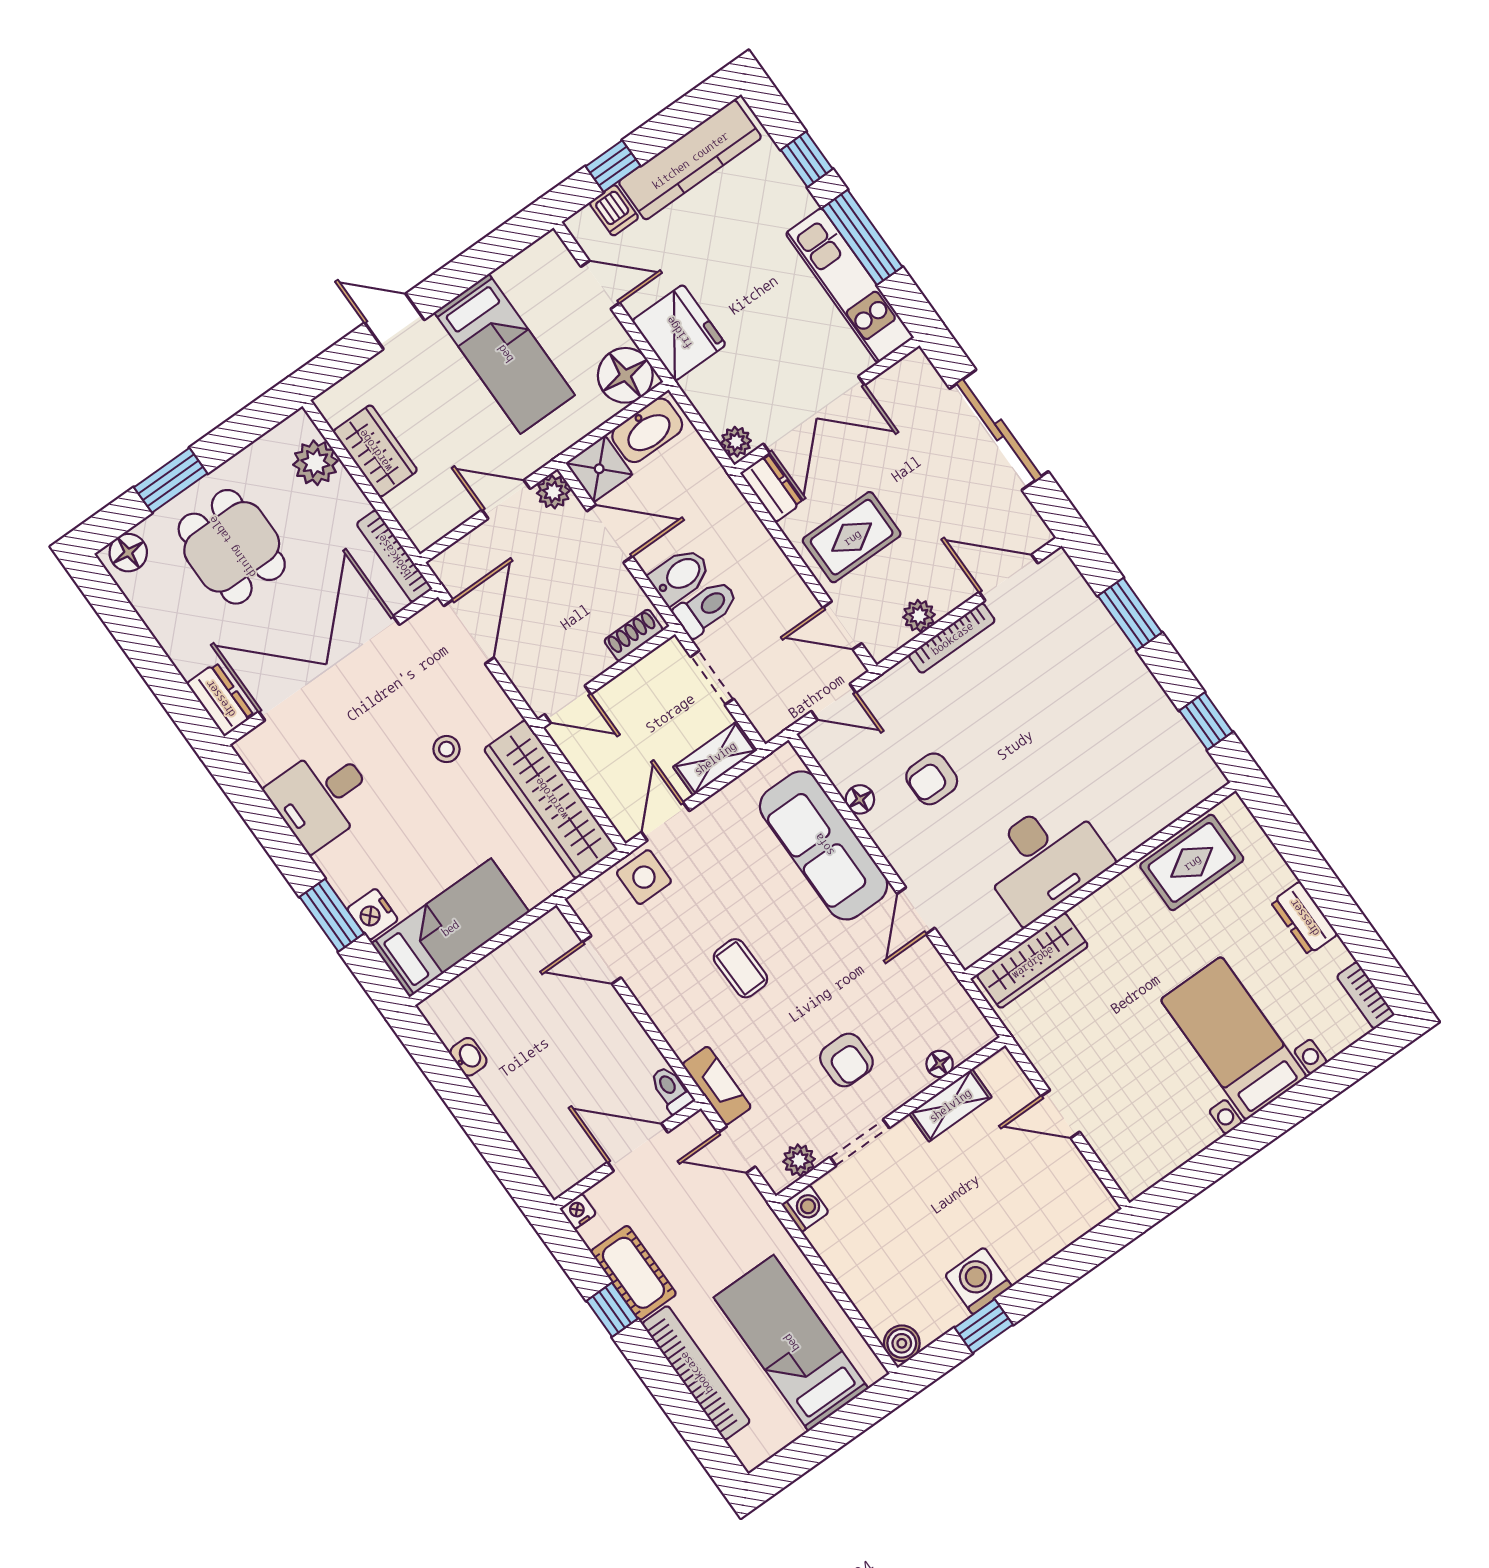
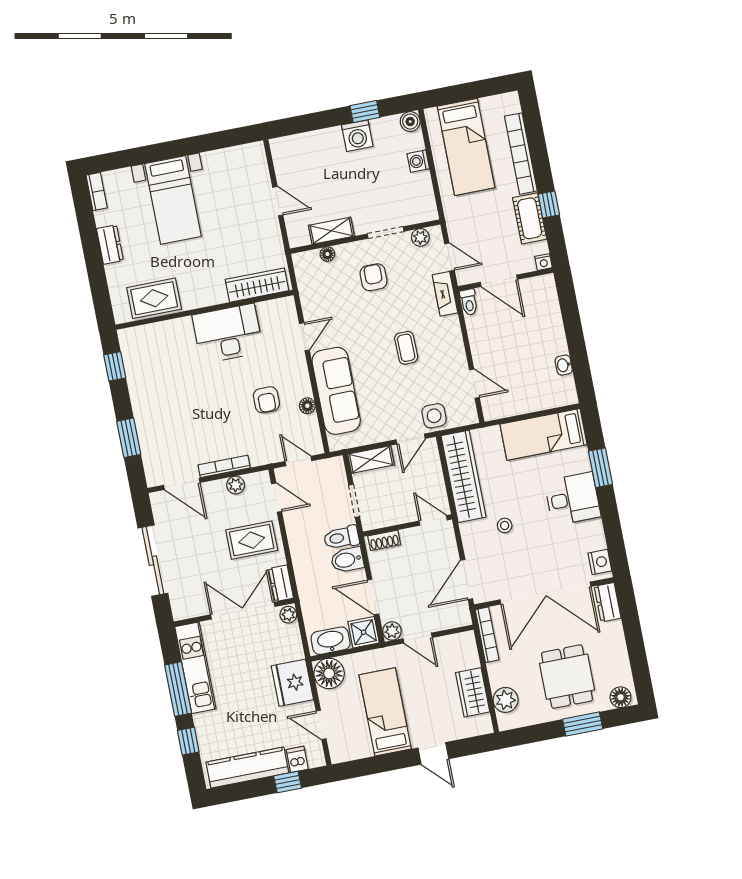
armchair: (932, 779) -> (266, 400), turned 90
desk: (322, 797) -> (573, 499), moved
nightstand: (372, 914) -> (600, 562), moved
washing machine: (805, 1208) -> (418, 161), moved

